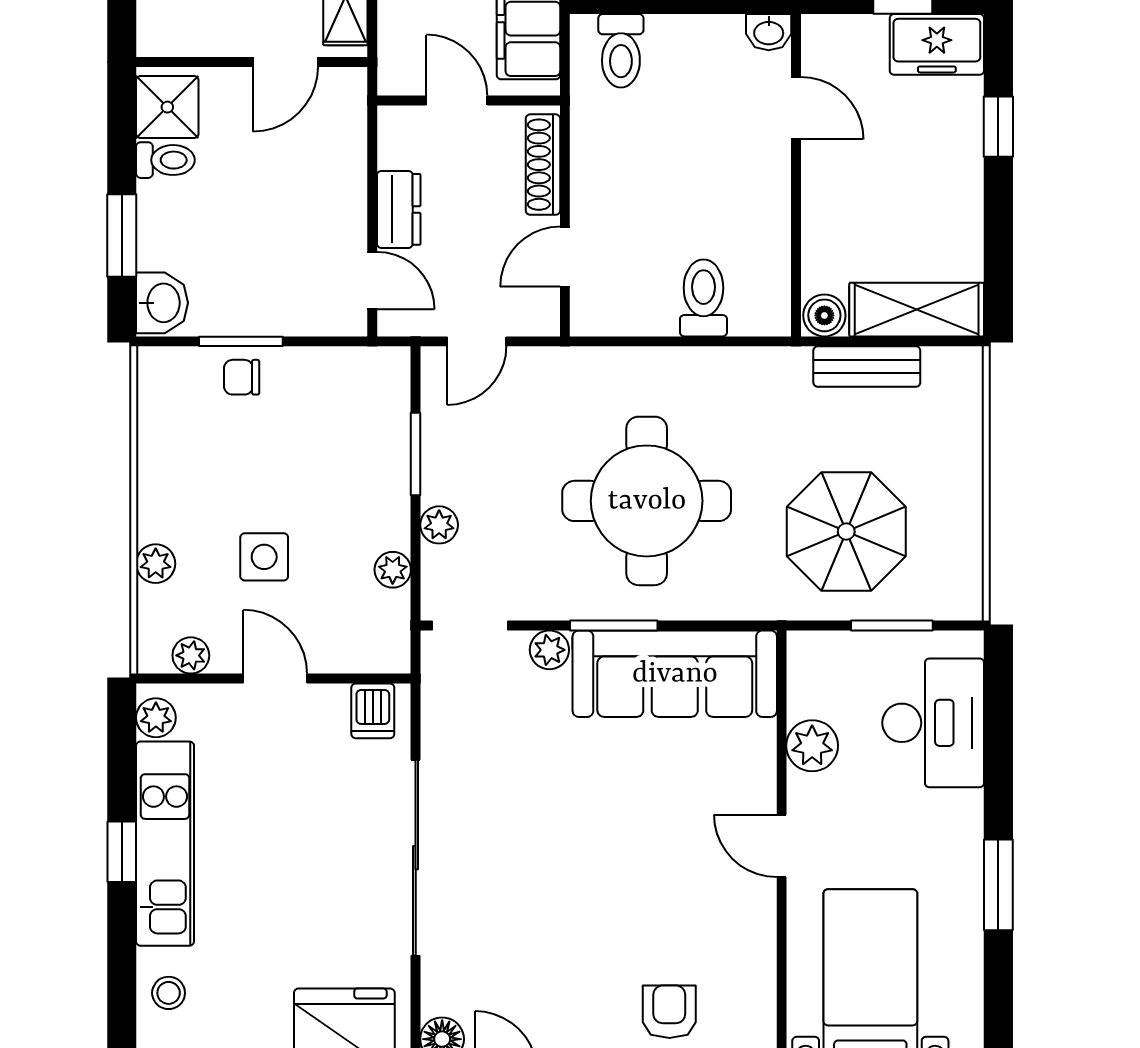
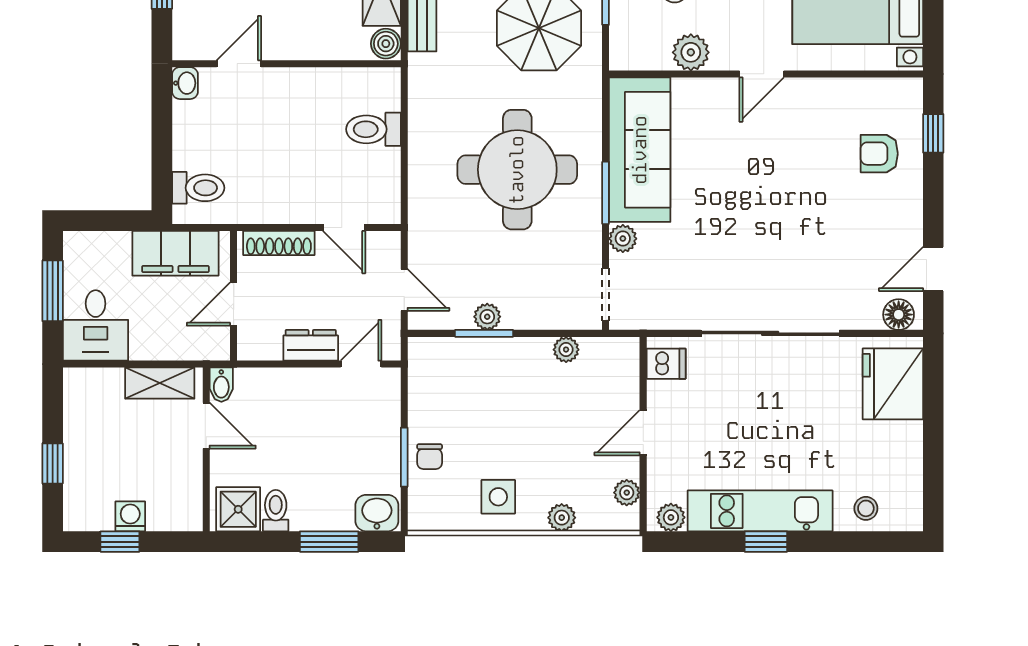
bidet: (343, 83) -> (221, 385), added
plant: (439, 525) -> (487, 317), moved
side table: (264, 557) -> (498, 497), moved

